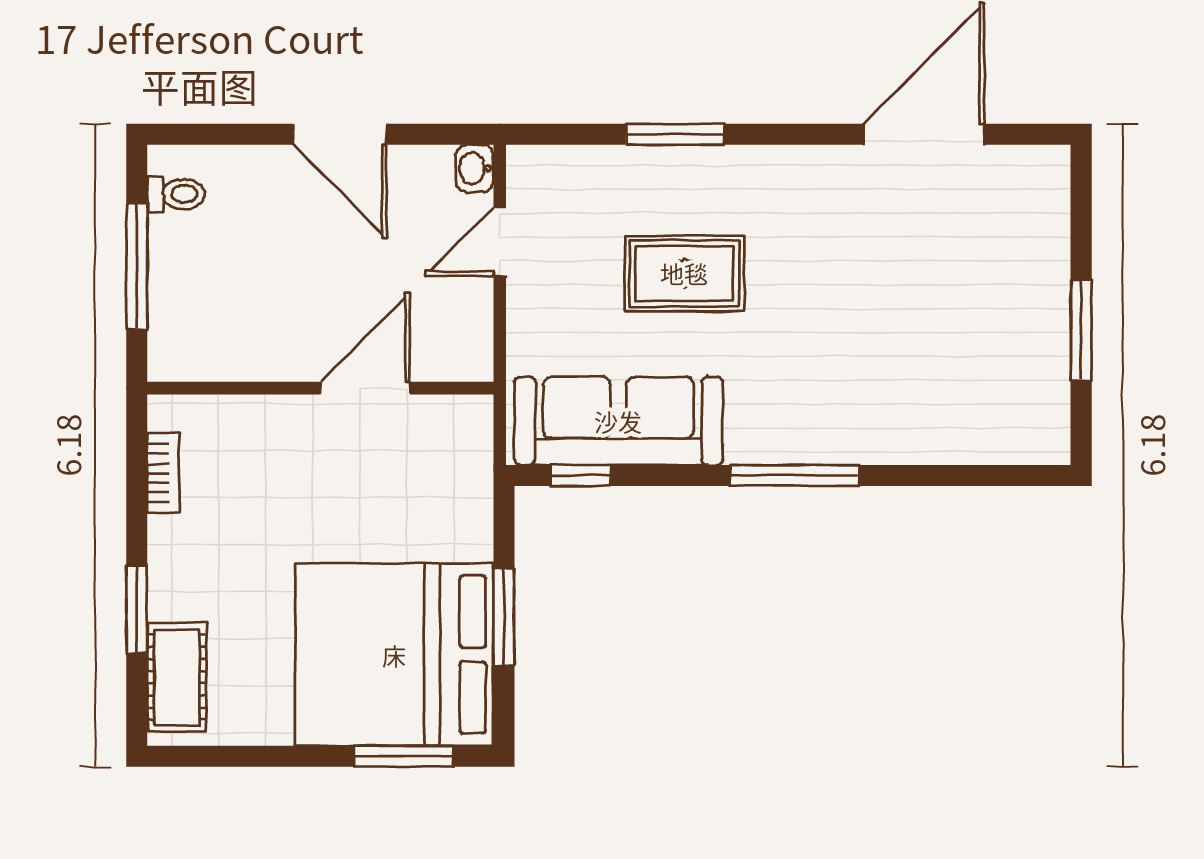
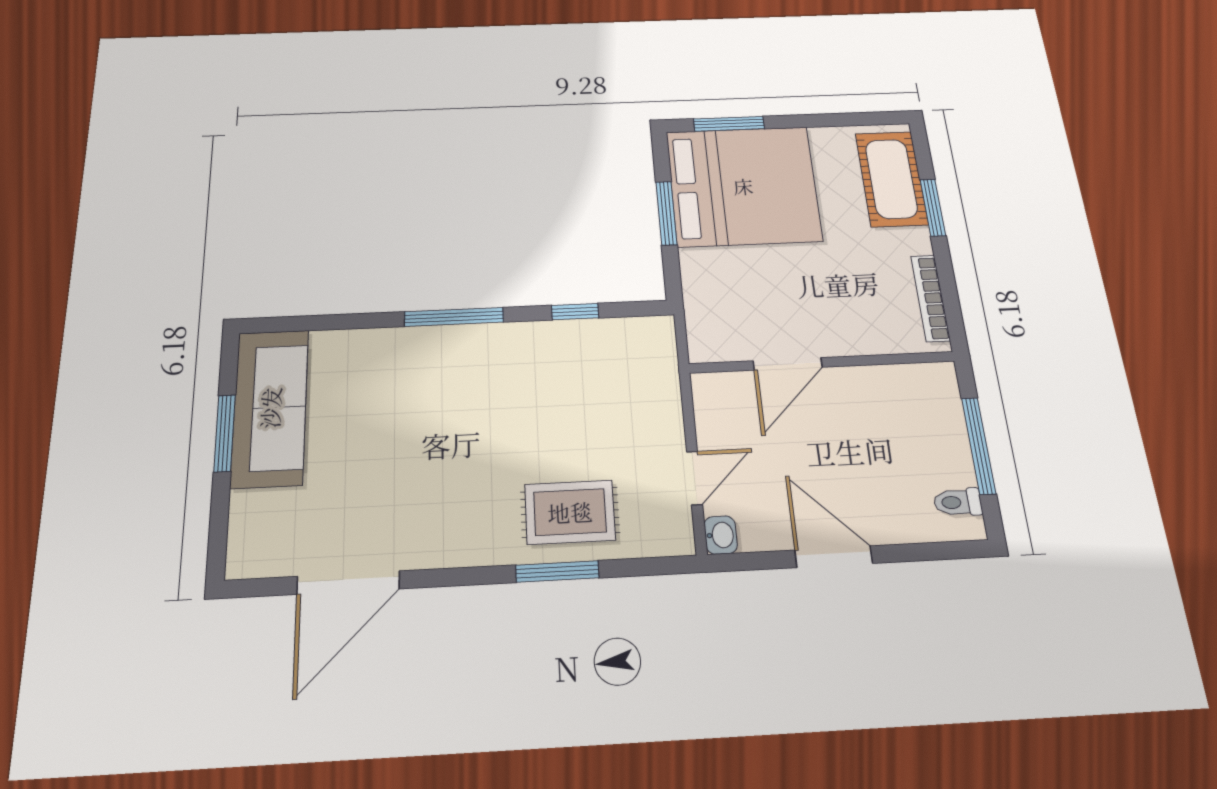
rug: (684, 273) -> (570, 512), moved
sofa: (618, 421) -> (270, 408), moved, turned -90
bookcase: (163, 473) -> (930, 298), width x1.56
window: (581, 475) -> (575, 312), moved
cot: (177, 677) -> (891, 179), width x1.37, depth x1.34

